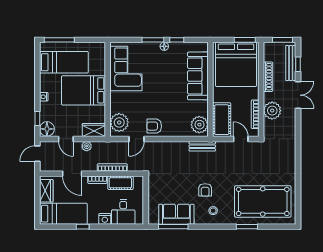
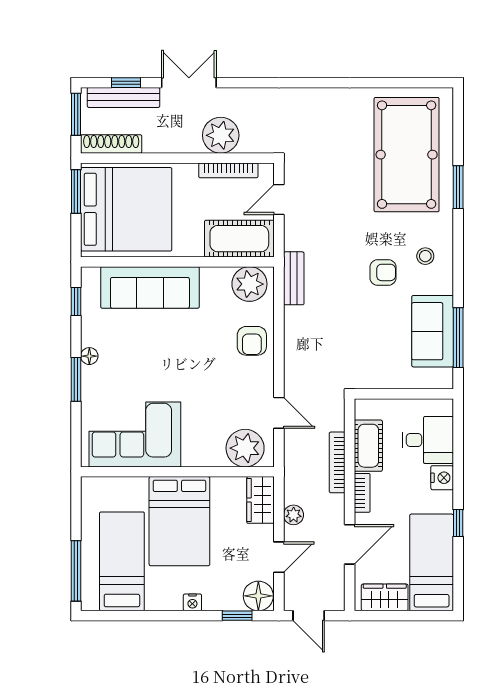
window: (177, 40) -> (76, 301), moved
shoe rack: (268, 77) -> (111, 144), moved
armchair: (154, 126) -> (252, 341), moved

